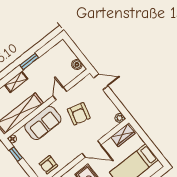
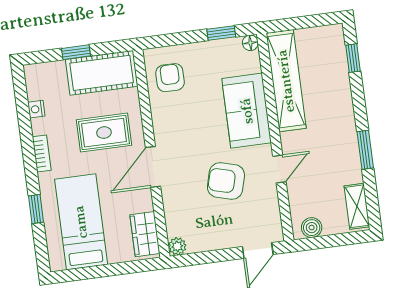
shelving: (16, 82) -> (357, 206), moved
door: (60, 94) -> (279, 169), hinge flipped

